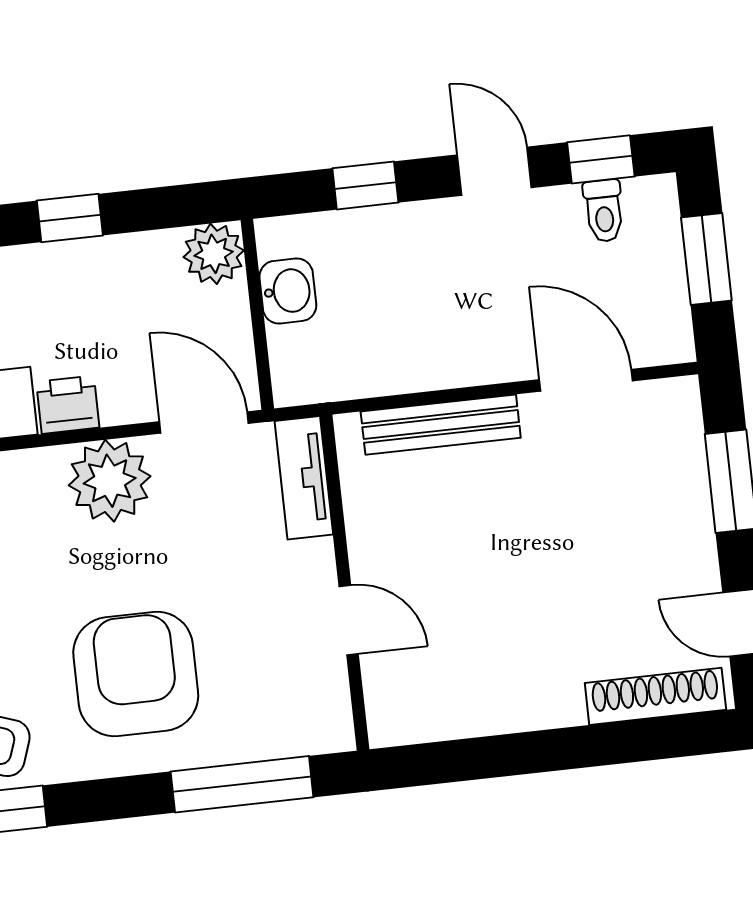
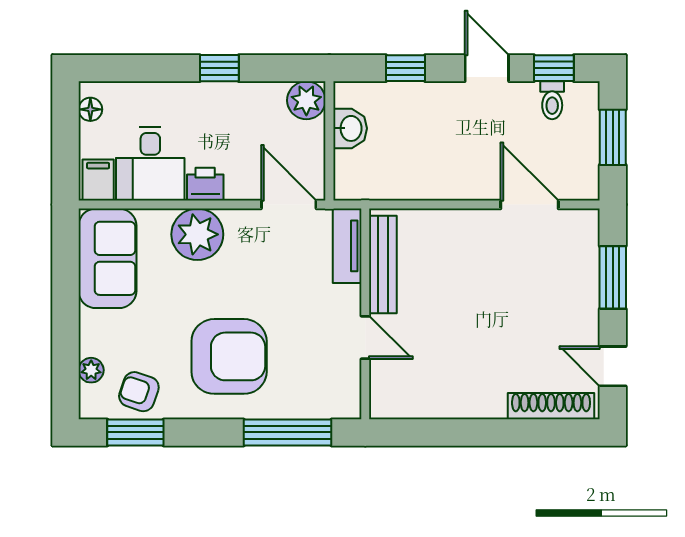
bench: (441, 425) -> (383, 264), moved, turned 90
plant: (110, 481) -> (197, 234), moved
armchair: (136, 674) -> (229, 356), turned 90

